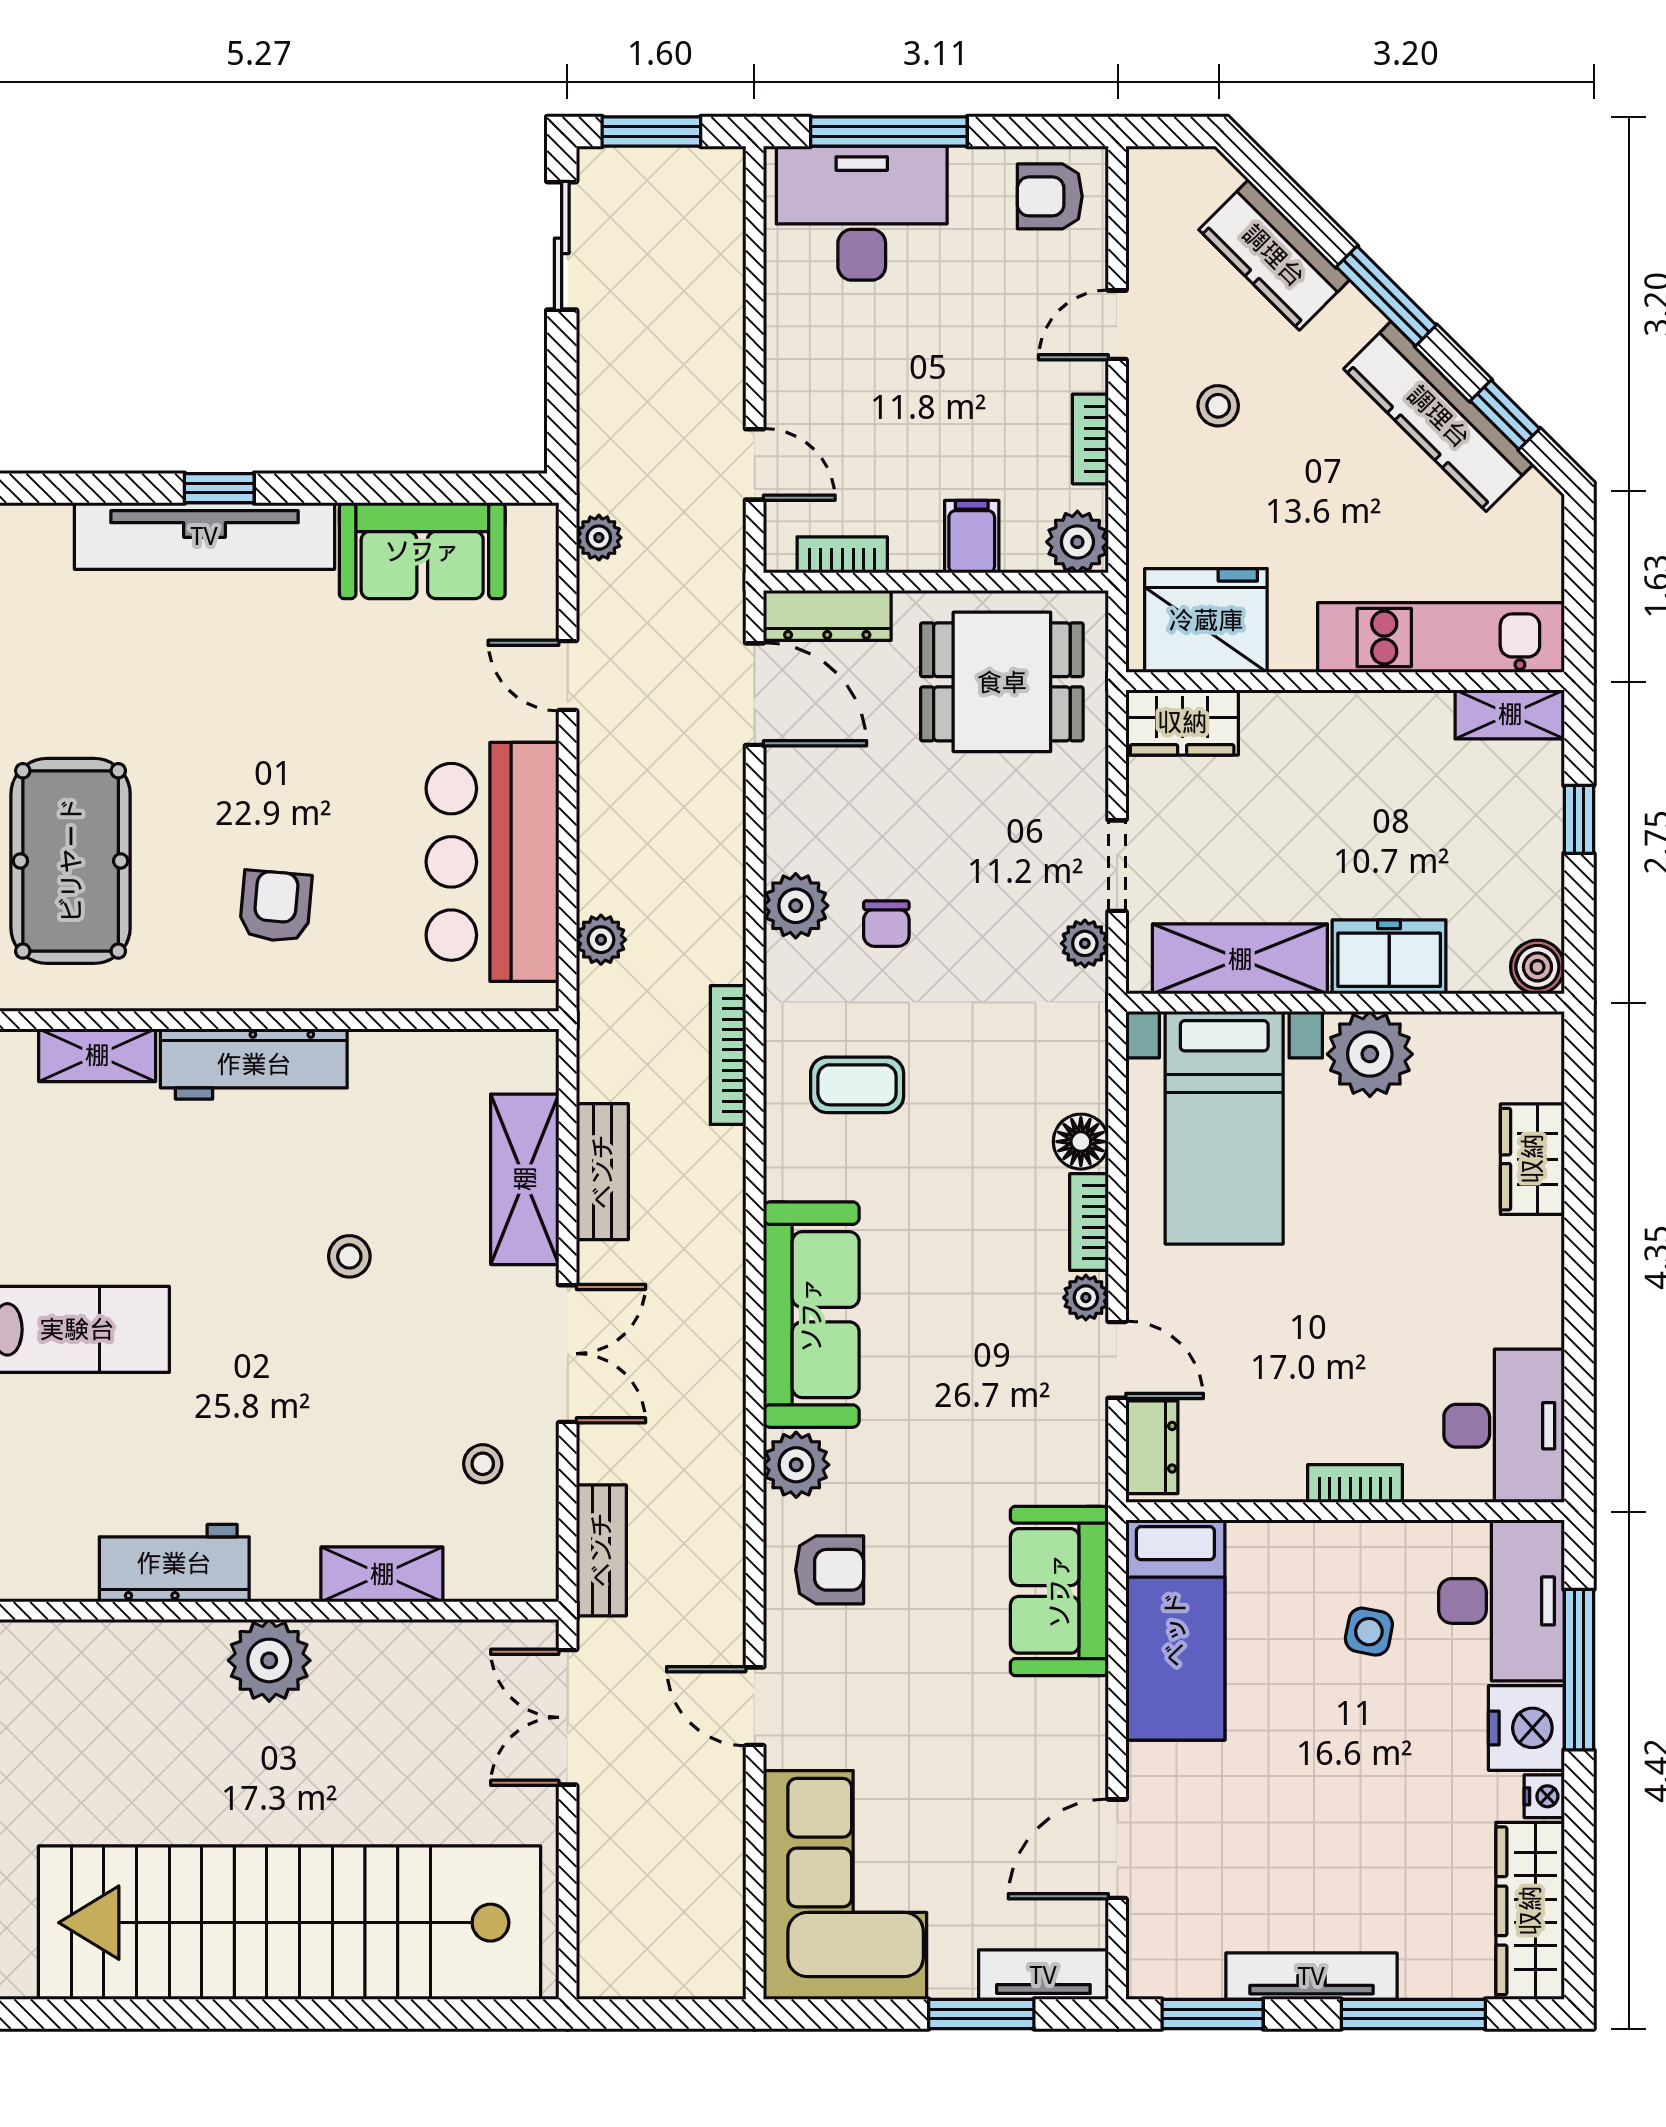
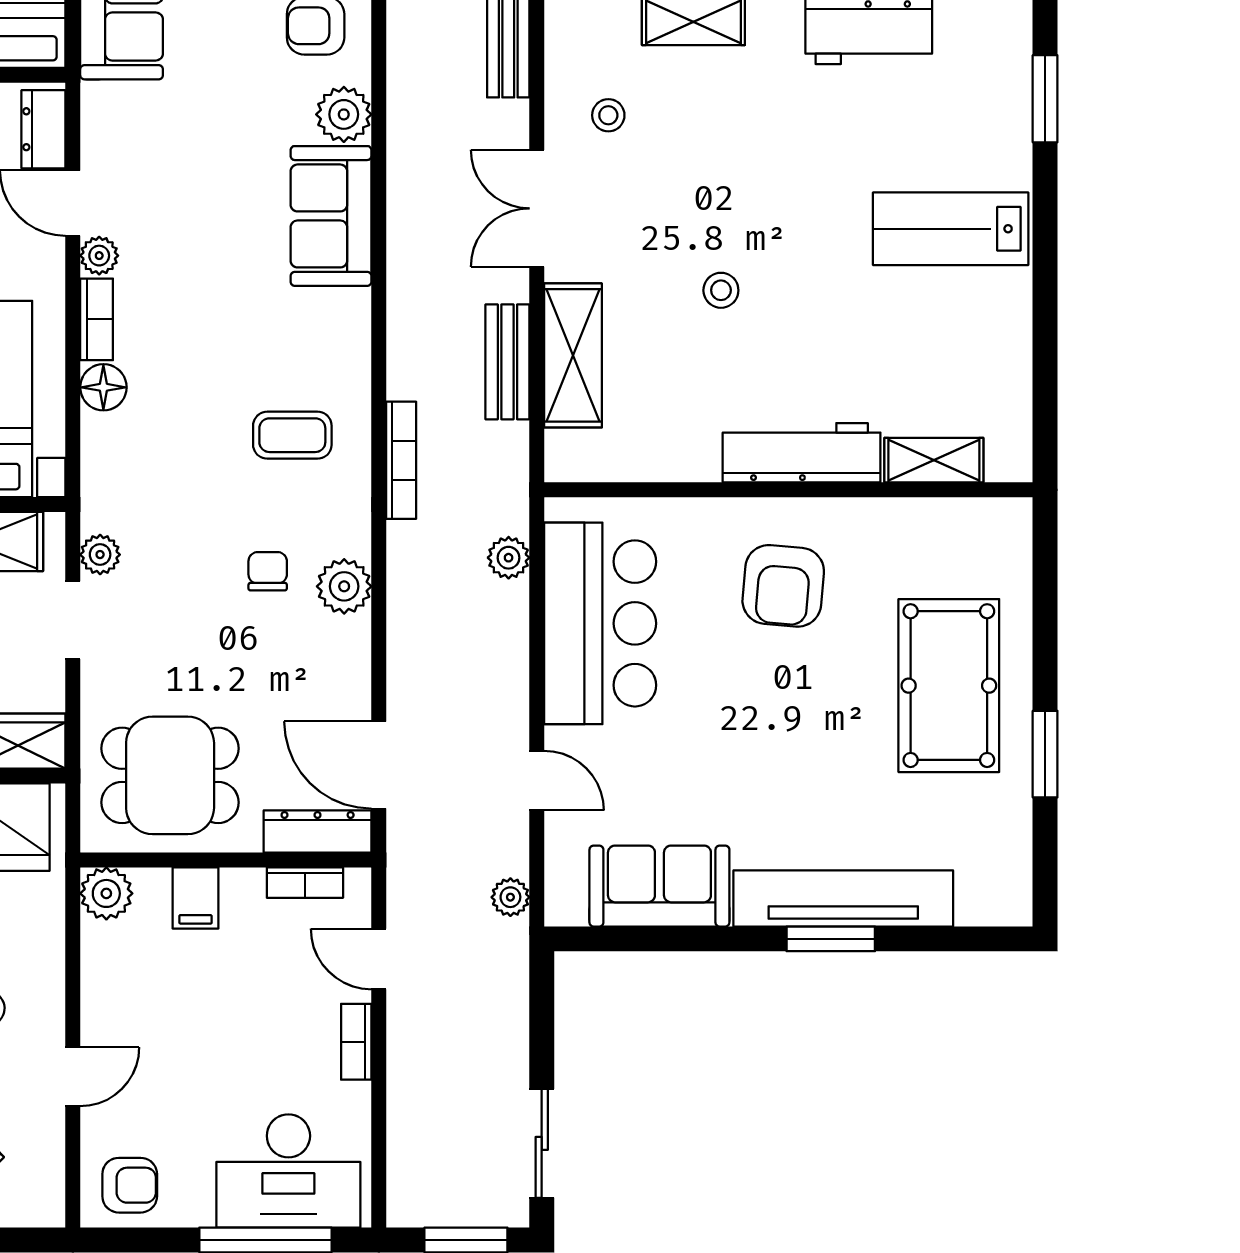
bookcase: (1090, 439) -> (356, 1042), moved, turned 180
window: (219, 488) -> (831, 939), width x1.50
pool table: (71, 861) -> (949, 686), moved
armchair: (276, 906) -> (783, 586), width x1.38, depth x1.38
sofa: (811, 1315) -> (331, 216), width x0.73

